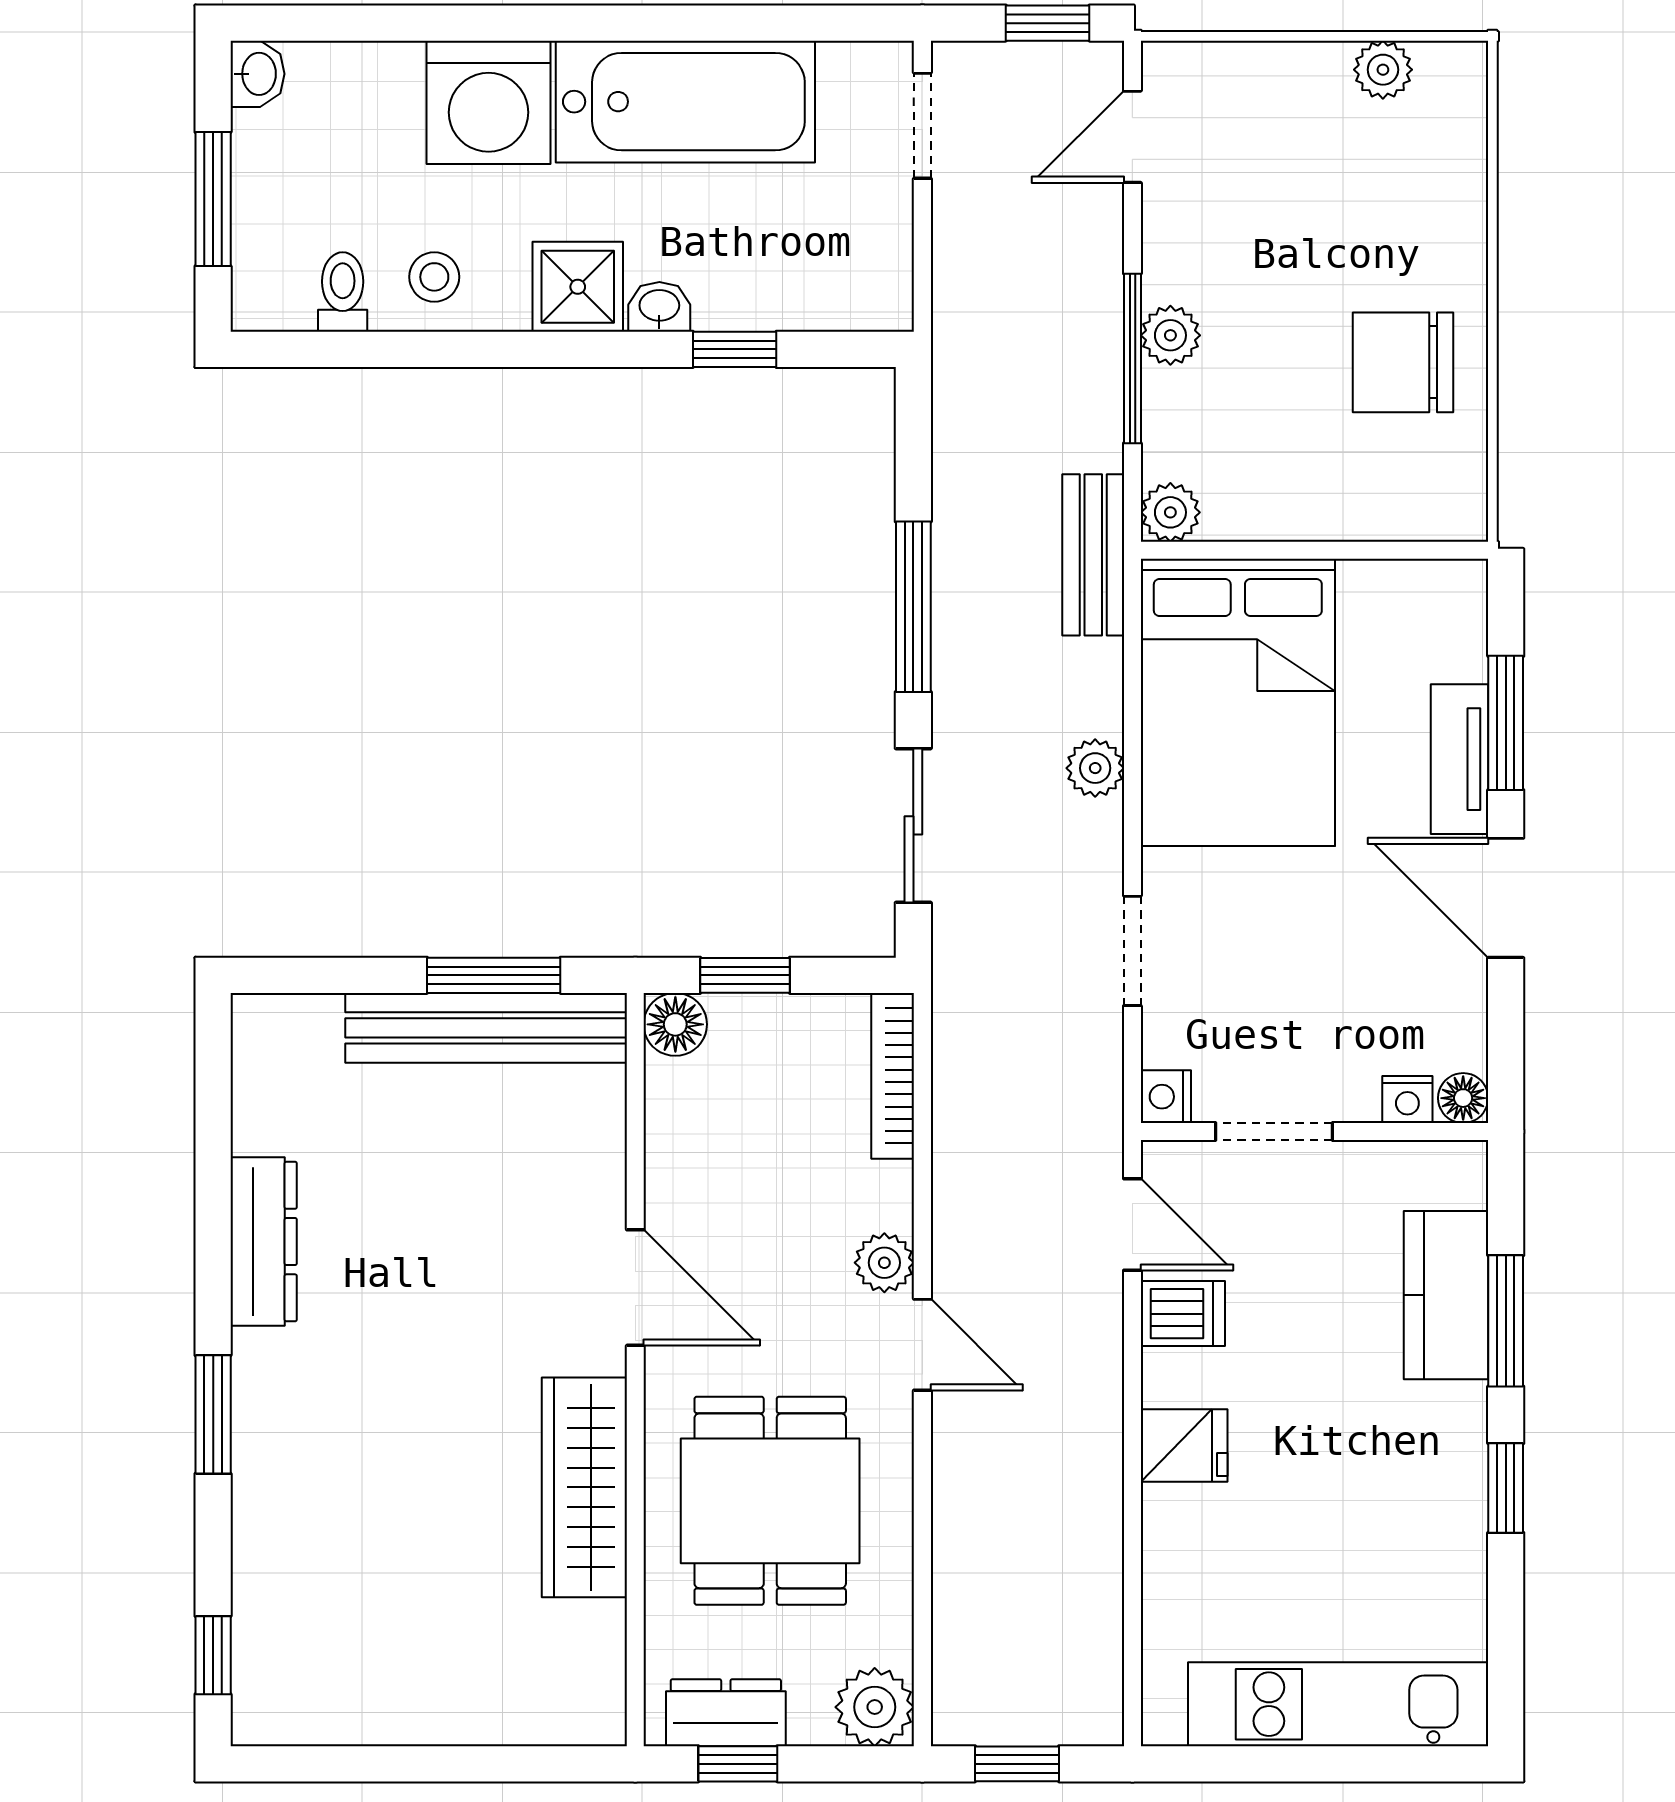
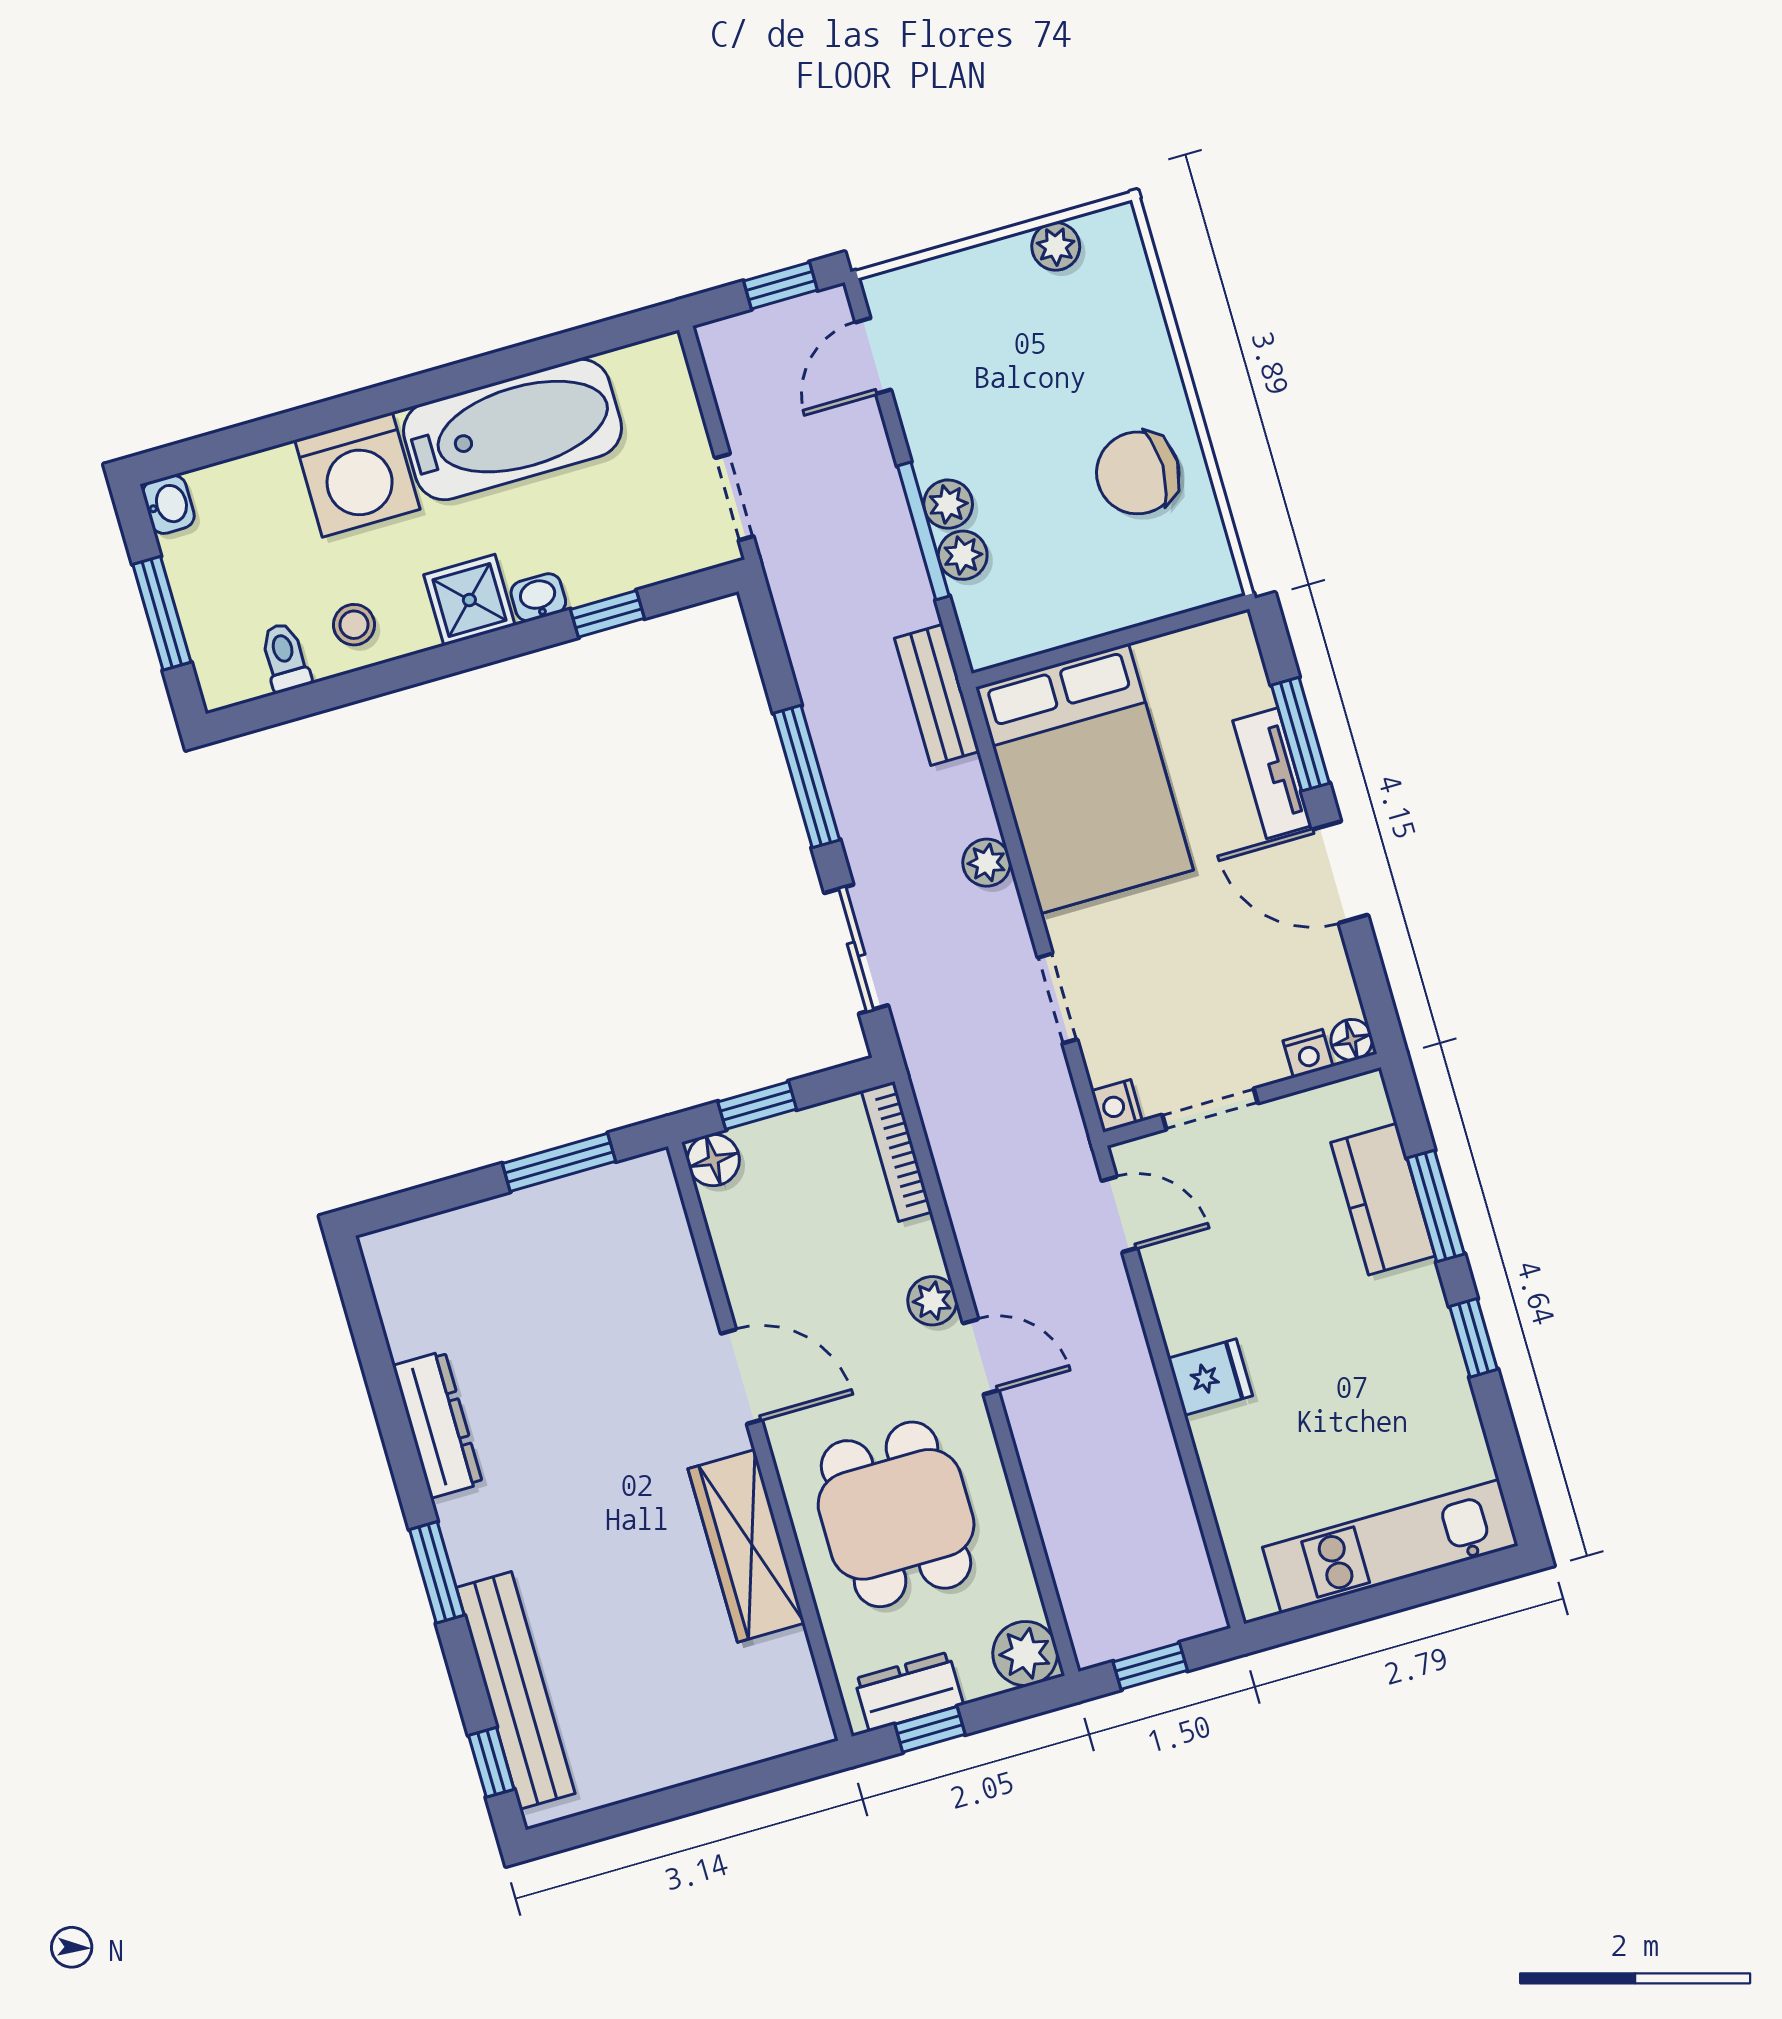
doorway: (922, 126) -> (734, 497), moved
plant: (1170, 512) -> (963, 555), moved
bench: (486, 1028) -> (516, 1690), moved, turned 90
dishwasher: (1183, 1314) -> (1179, 1273), removed

